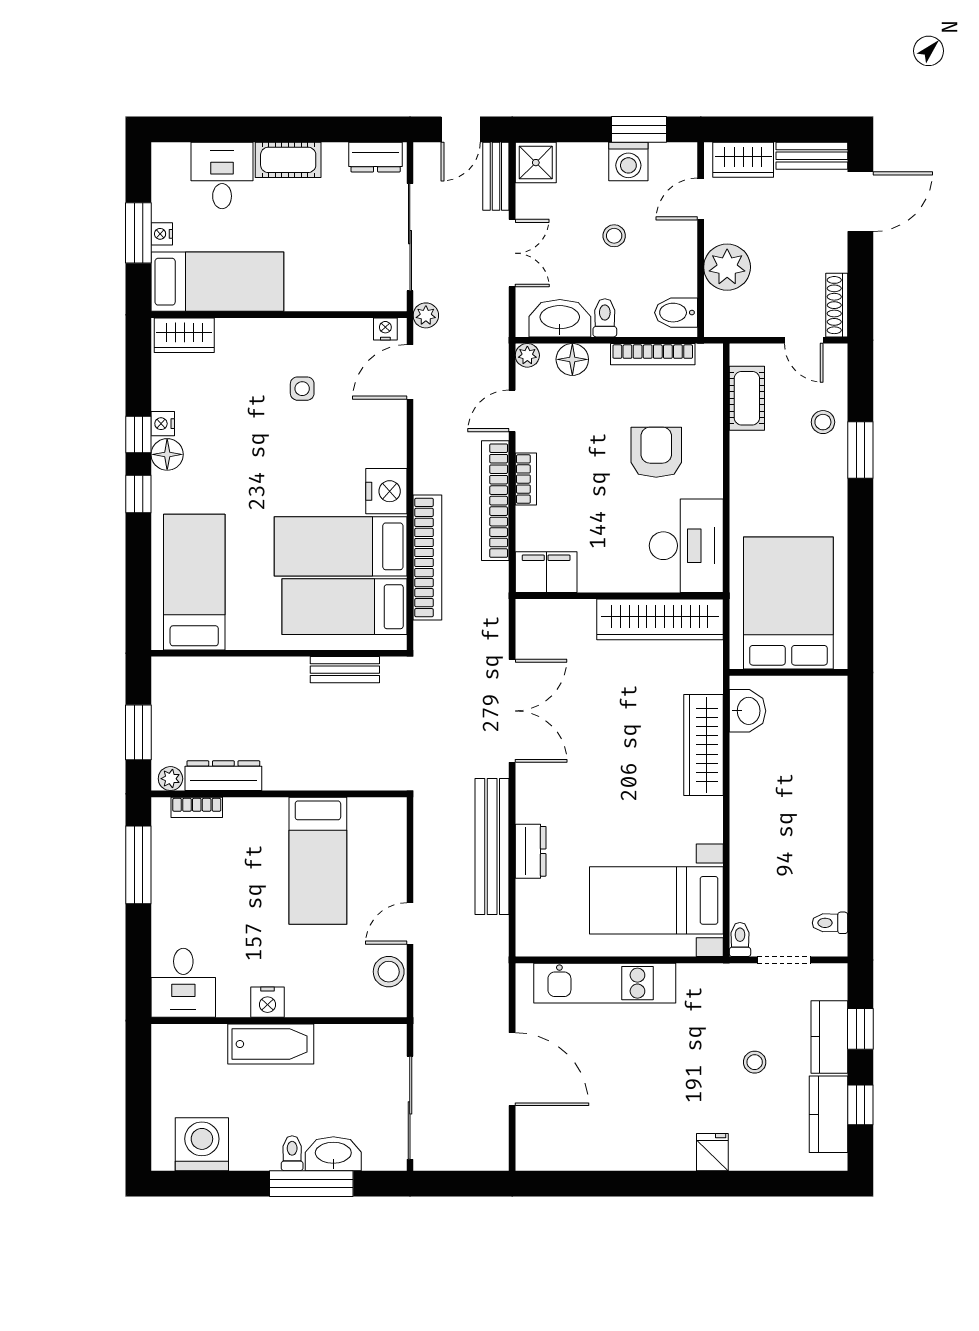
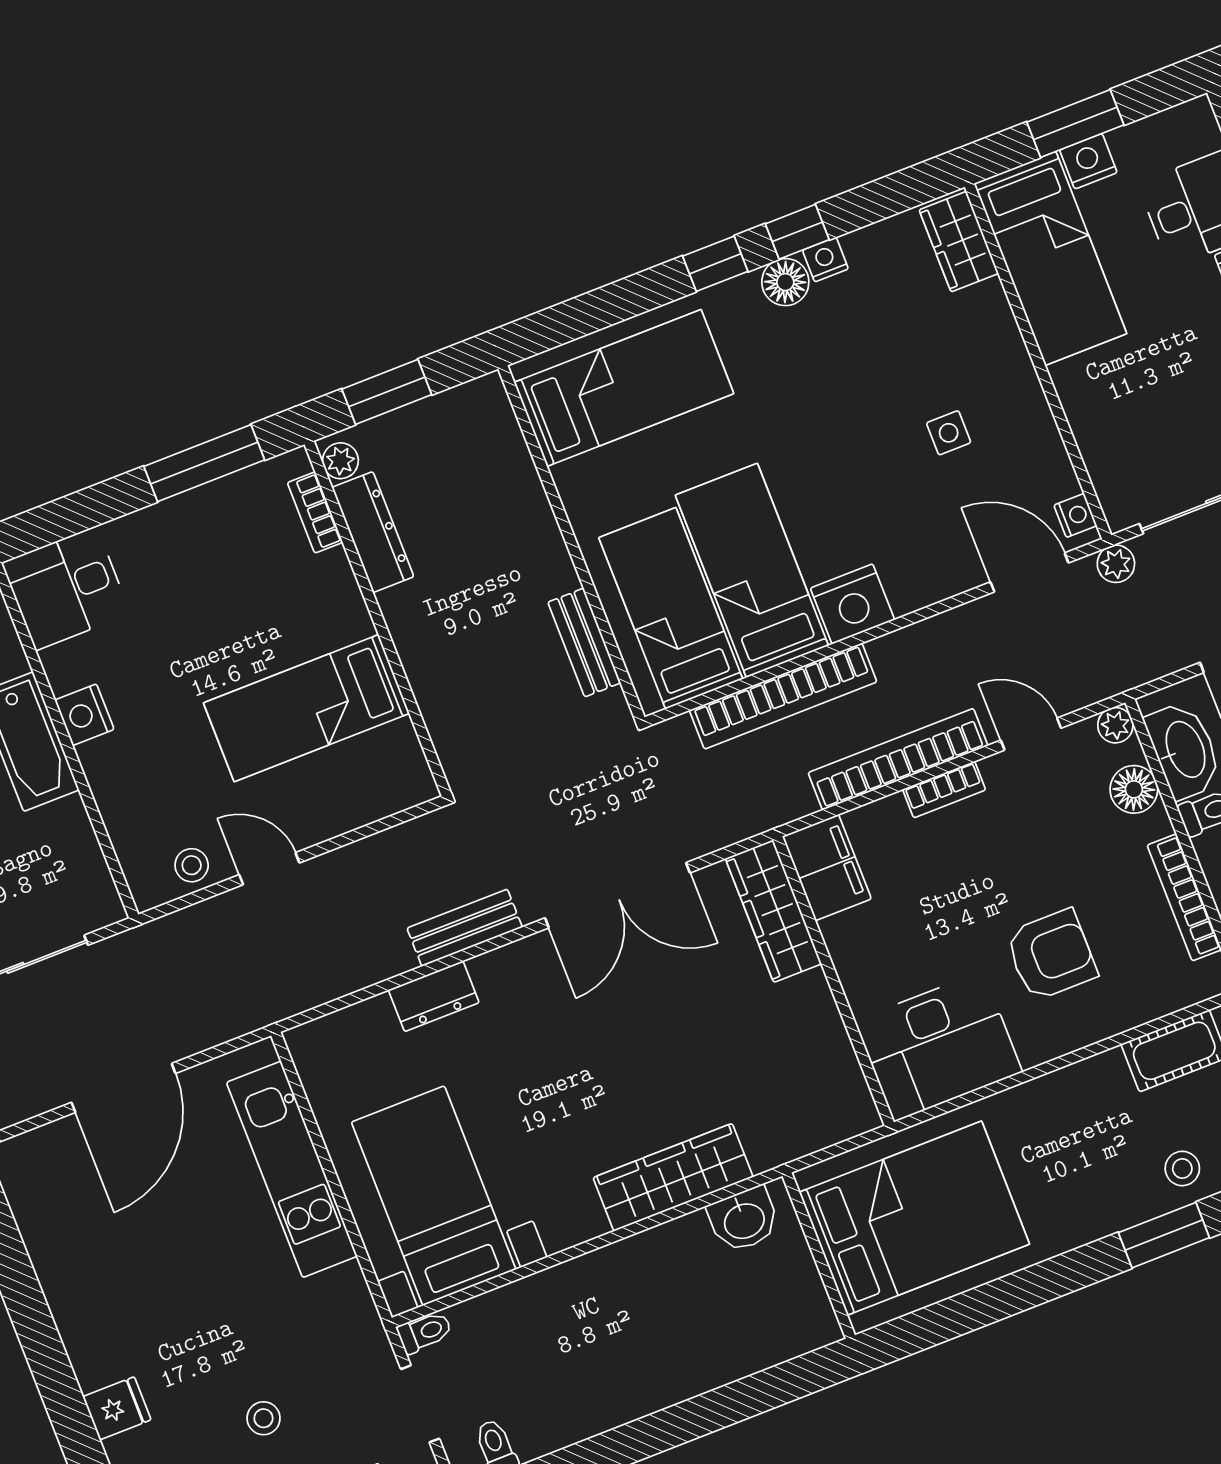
nightstand: (162, 234) -> (1088, 161), width x1.39, depth x1.35
wardrobe: (660, 619) -> (773, 911), moved, width x0.71, depth x0.85
bench: (492, 847) -> (465, 928), width x0.54, depth x0.82
stool: (389, 972) -> (192, 865), width x0.73, depth x0.73

